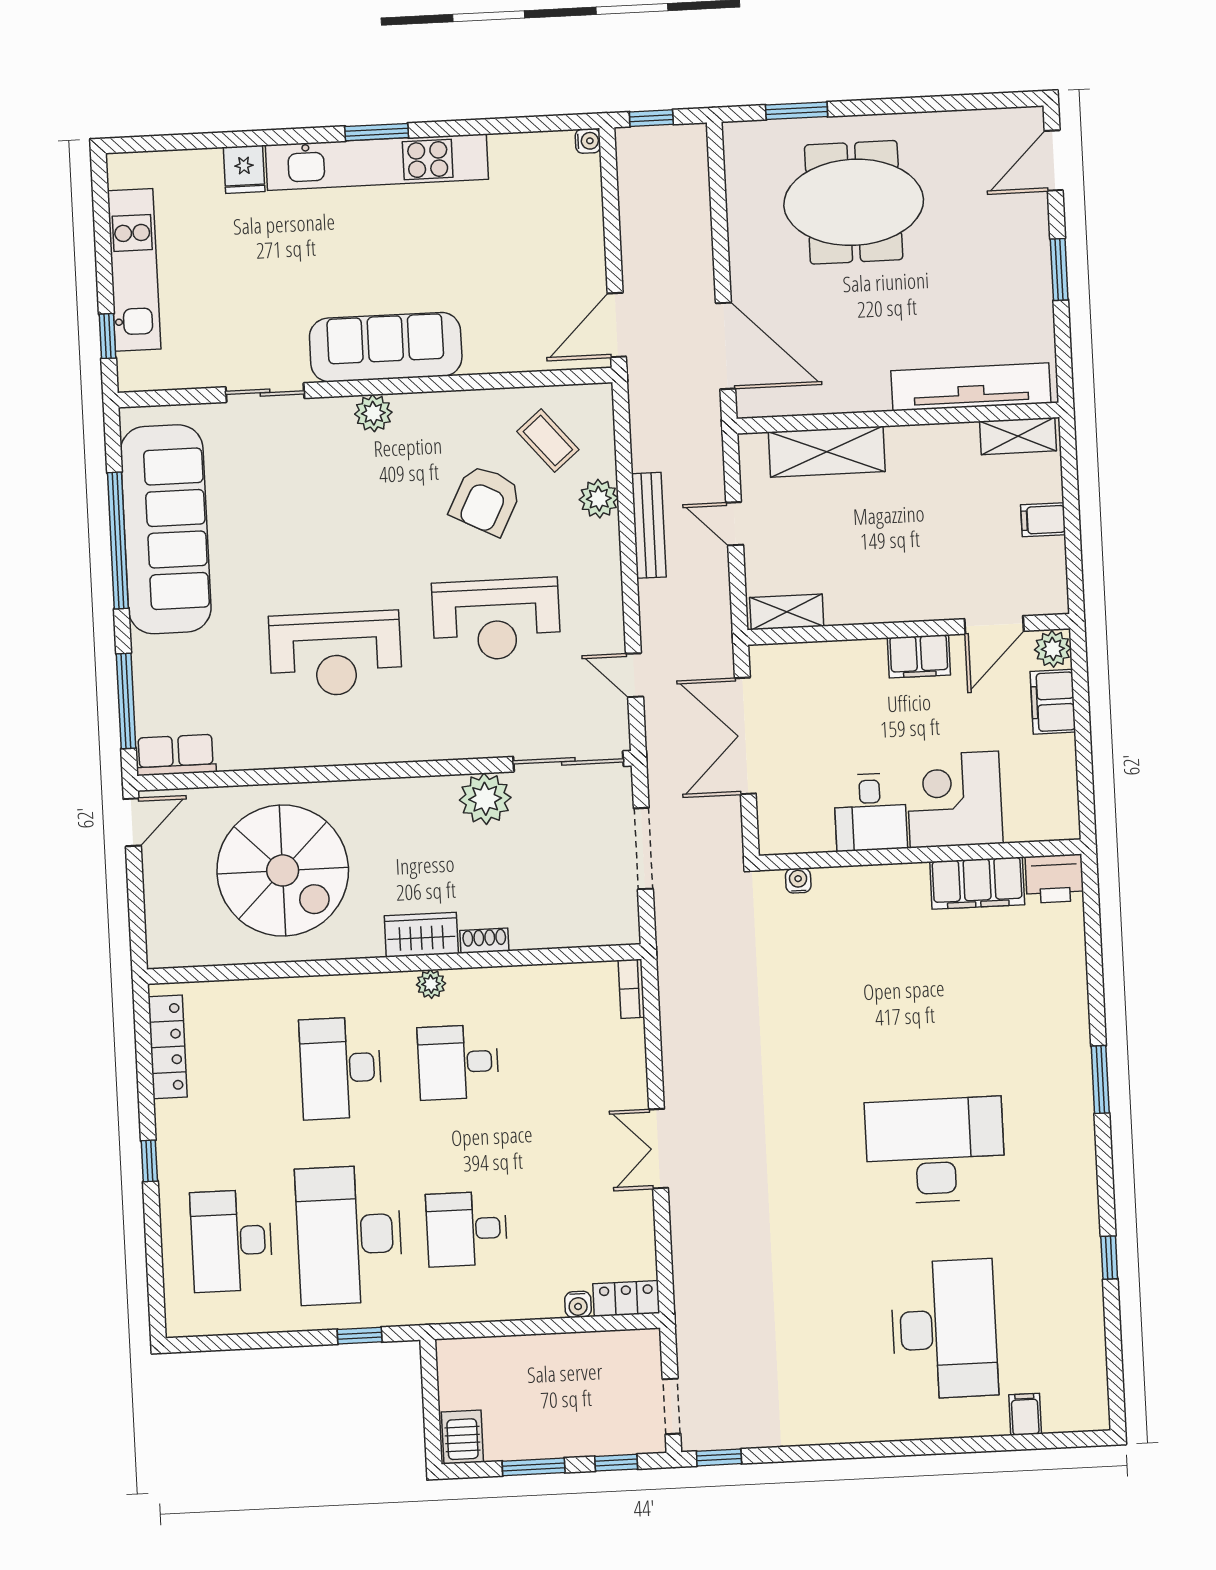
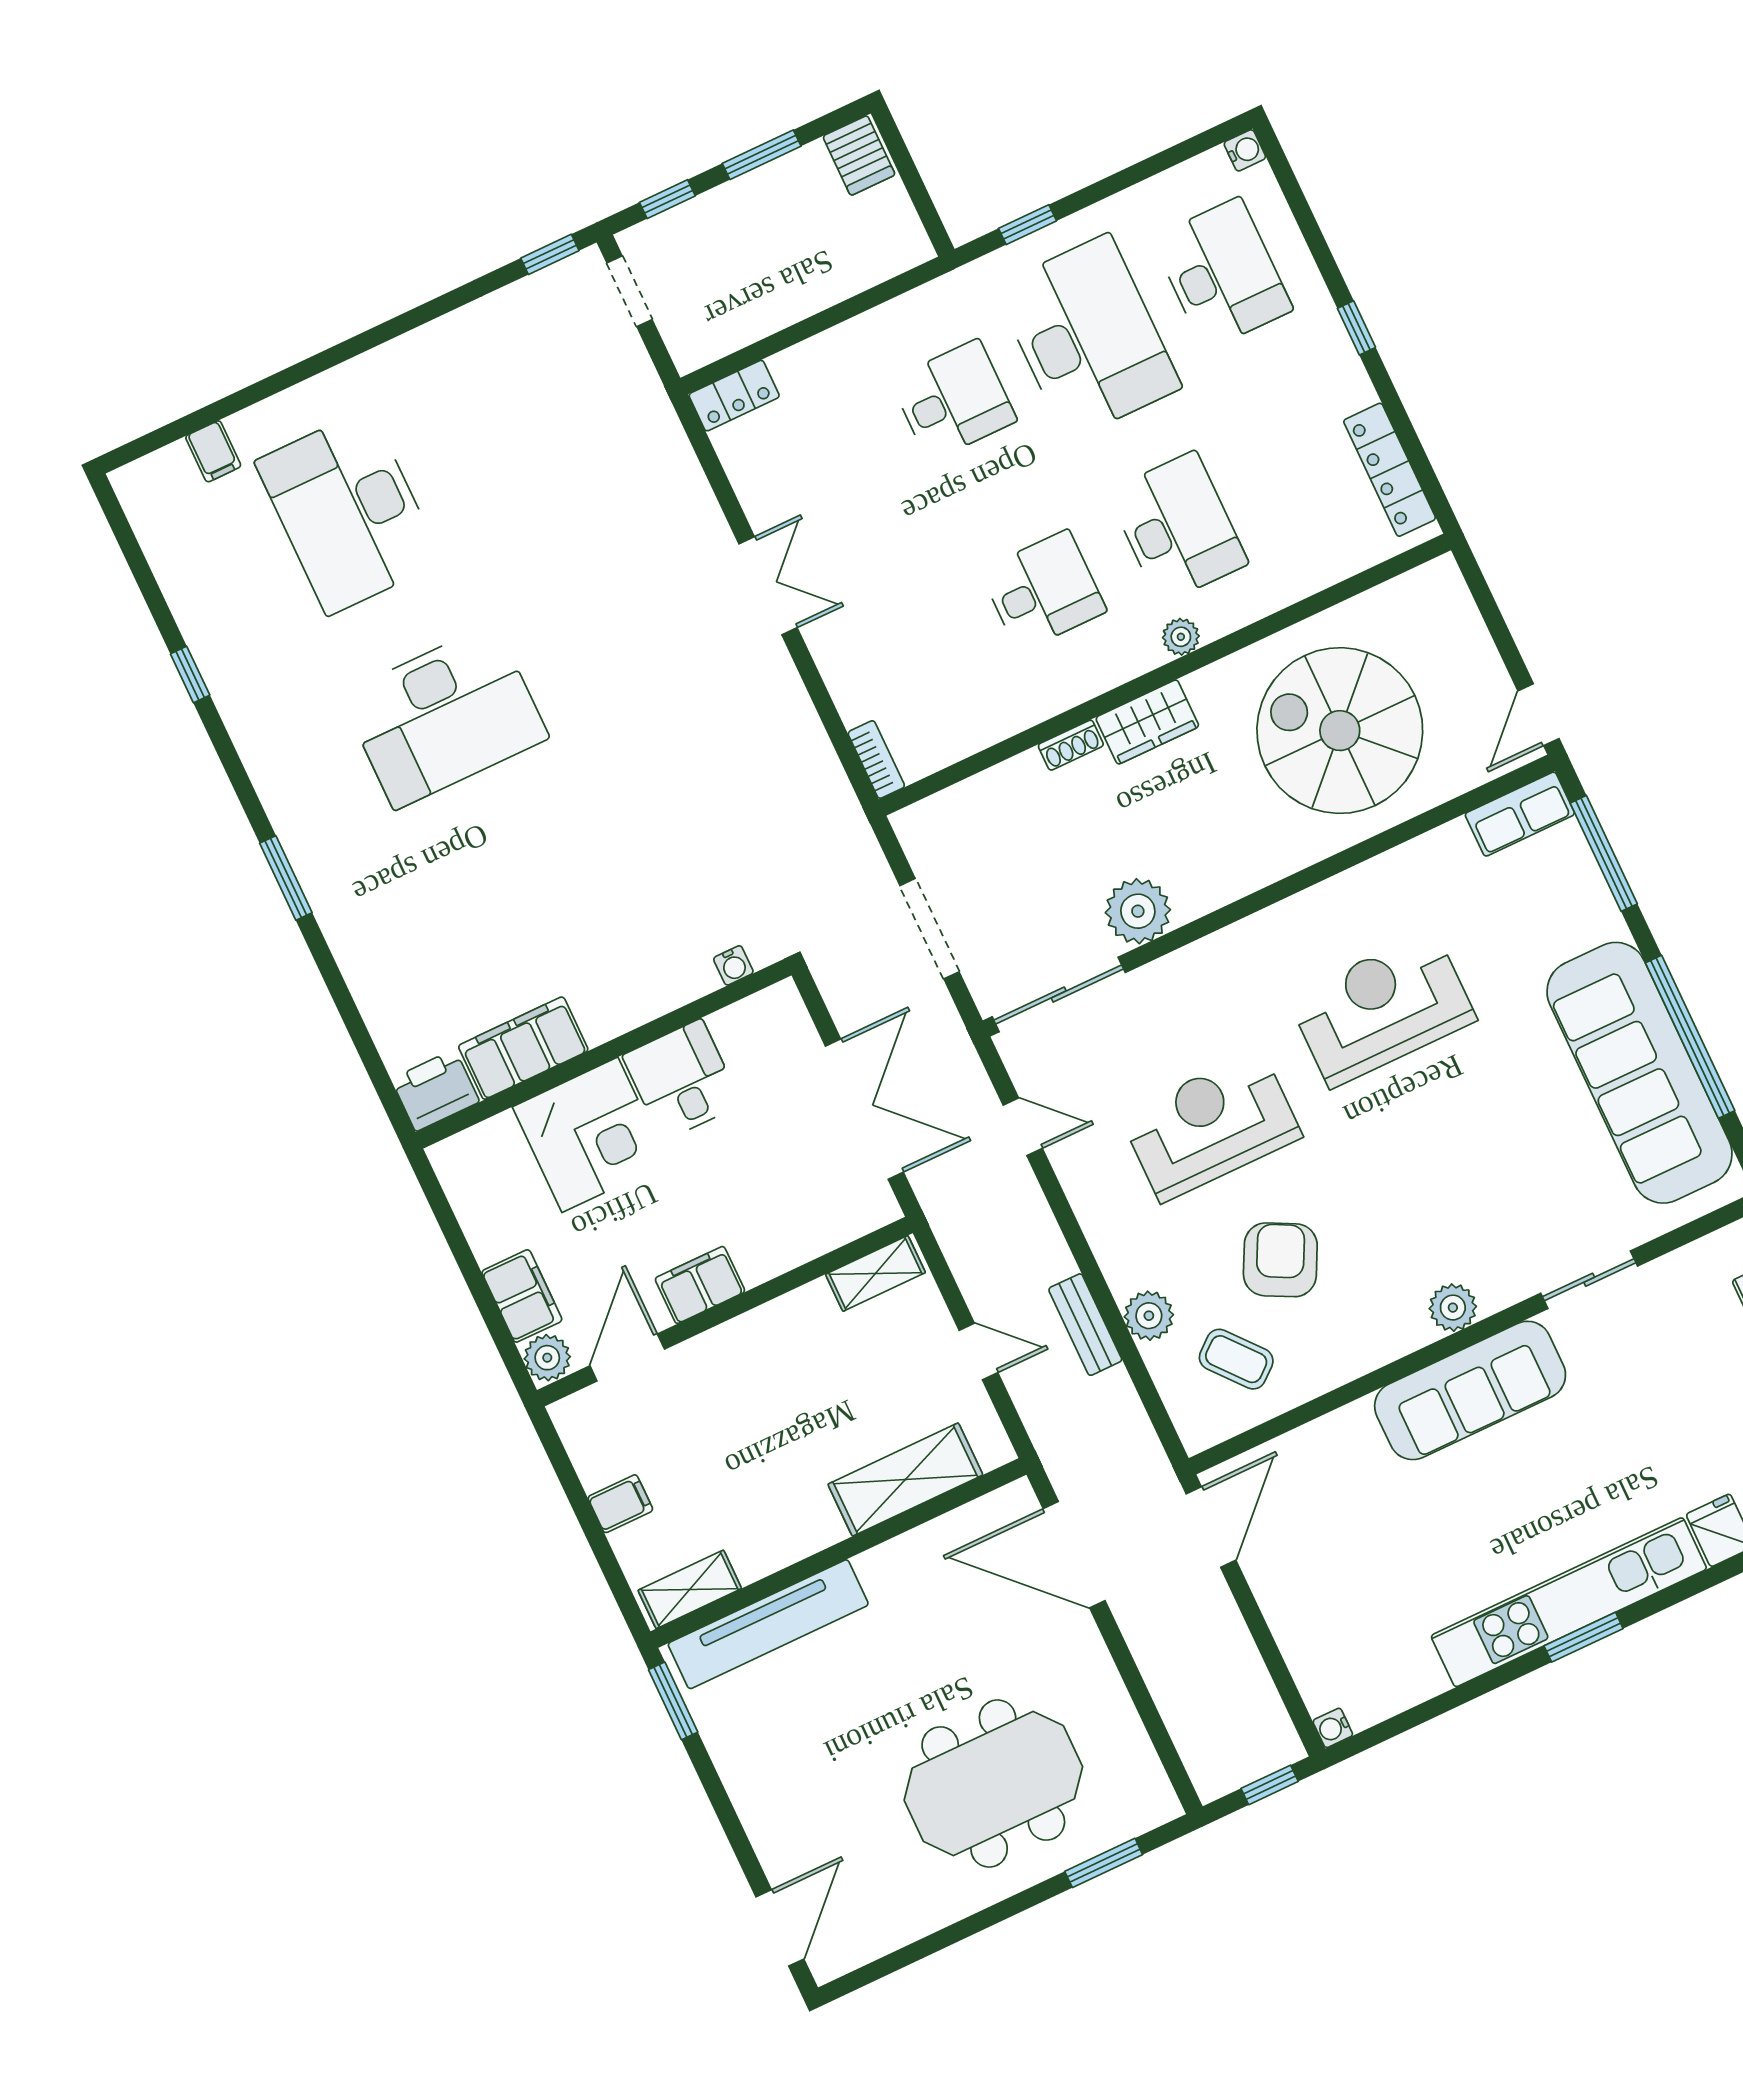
window: (1059, 269) -> (673, 1701), moved
bench: (649, 525) -> (1085, 1325), width x0.73
plant: (431, 984) -> (1181, 637), moved
water cooler: (578, 1304) -> (1245, 150), moved, turned 90

